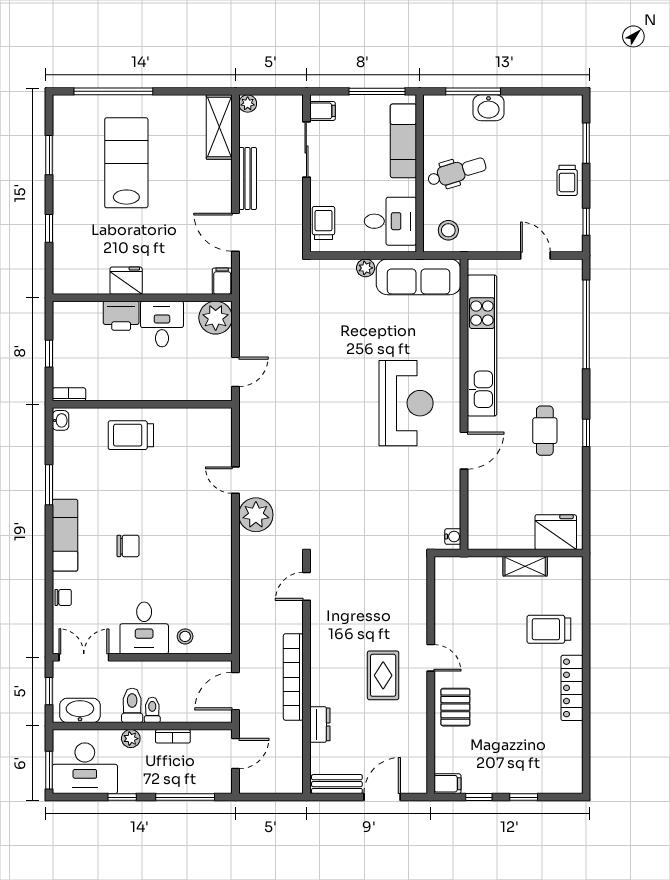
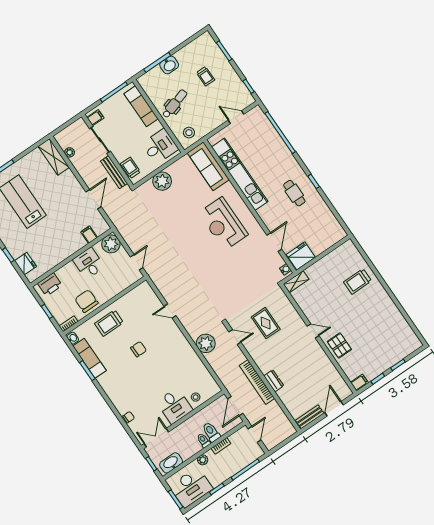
plant: (248, 104) -> (69, 152), moved
bench: (248, 178) -> (114, 172), moved
trolley: (567, 180) -> (206, 76), moved
door: (235, 232) -> (94, 199), swing flipped
plant: (366, 268) -> (162, 181), width x1.87, depth x1.87
sofa: (419, 277) -> (208, 166), moved, turned 90
fridge: (126, 281) -> (25, 264), moved, turned 90
filing cabinet: (222, 281) -> (89, 235), moved
printer: (121, 316) -> (50, 284), moved
chair: (119, 379) -> (86, 301), added
reception desk: (406, 403) -> (223, 224), turned 180
door: (464, 451) -> (274, 242), moved
plant: (256, 515) -> (206, 343), moved
fridge: (556, 532) -> (301, 256), moved
exam couch: (65, 535) -> (90, 358), moved
chair: (128, 546) -> (139, 349), moved
shelving: (525, 566) -> (296, 282), moved
door: (306, 586) -> (235, 337), swing flipped
rug: (383, 675) -> (266, 323), moved
locker: (572, 688) -> (386, 301), removed
toilet: (132, 705) -> (211, 432), moved
dresser: (320, 724) -> (274, 381), moved

